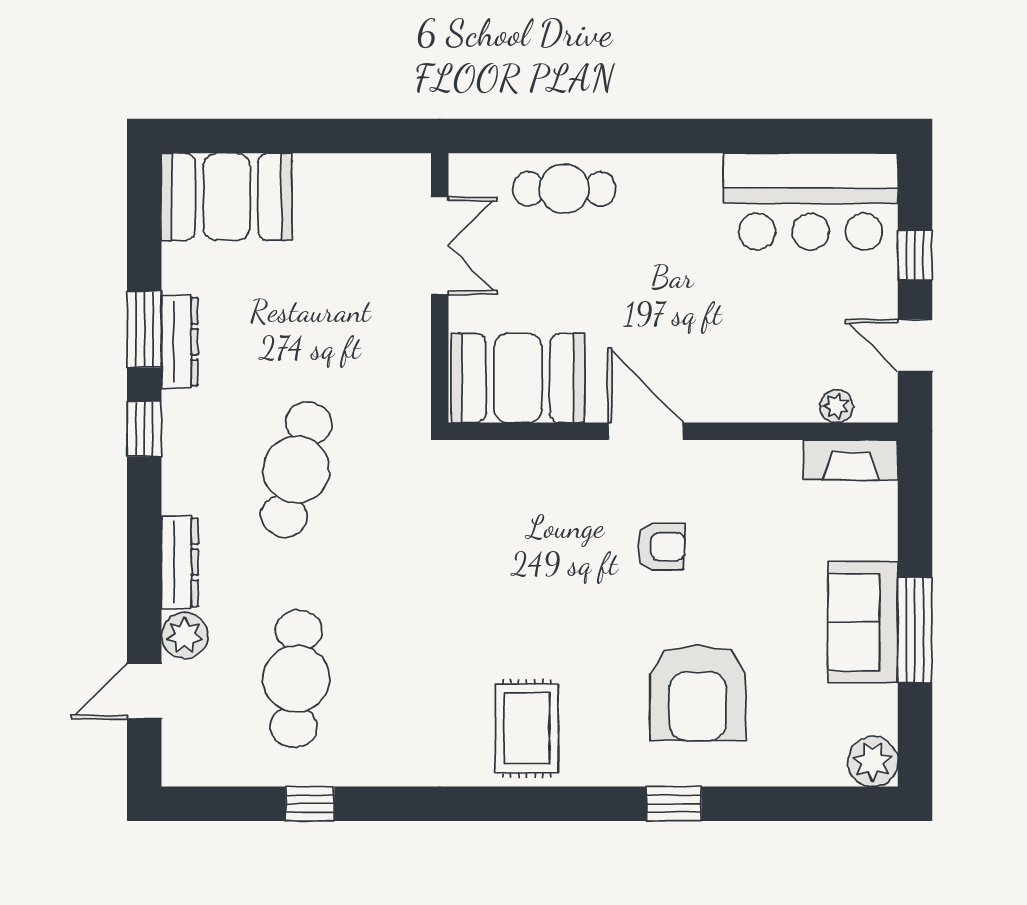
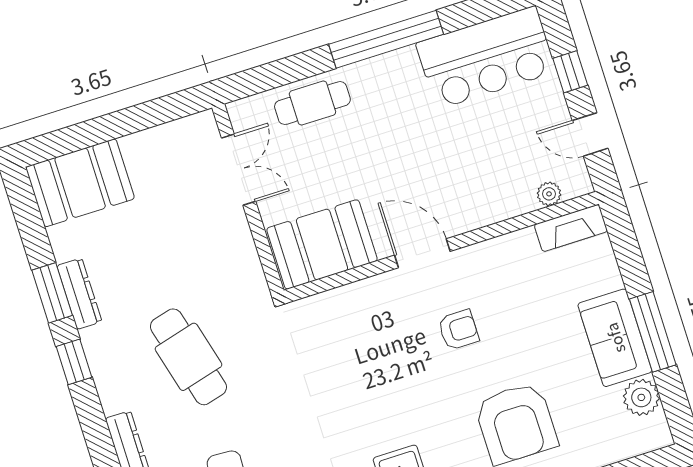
window: (687, 136) -> (386, 39), added
cafe table: (296, 470) -> (188, 357), turned -30
plant: (873, 762) -> (641, 397), moved

